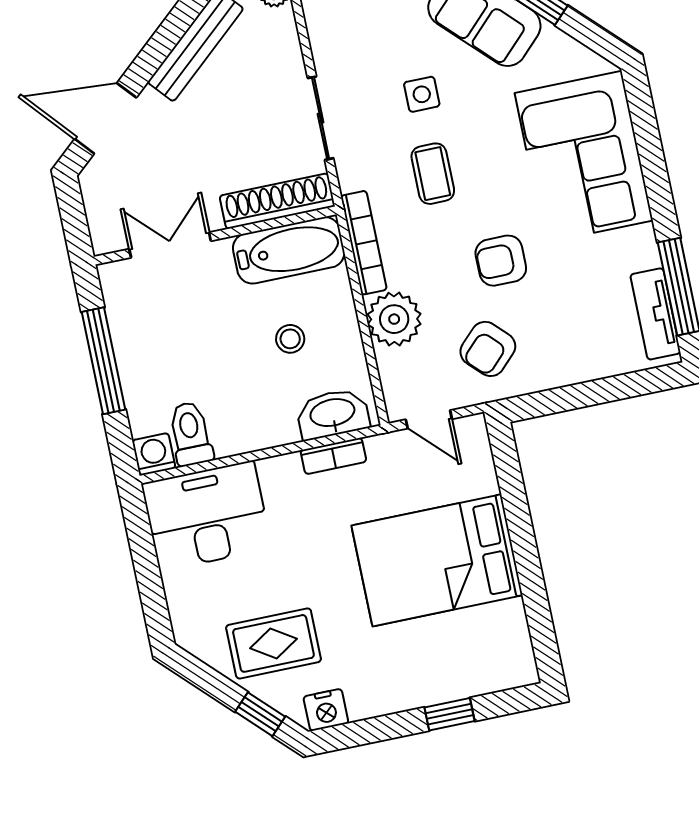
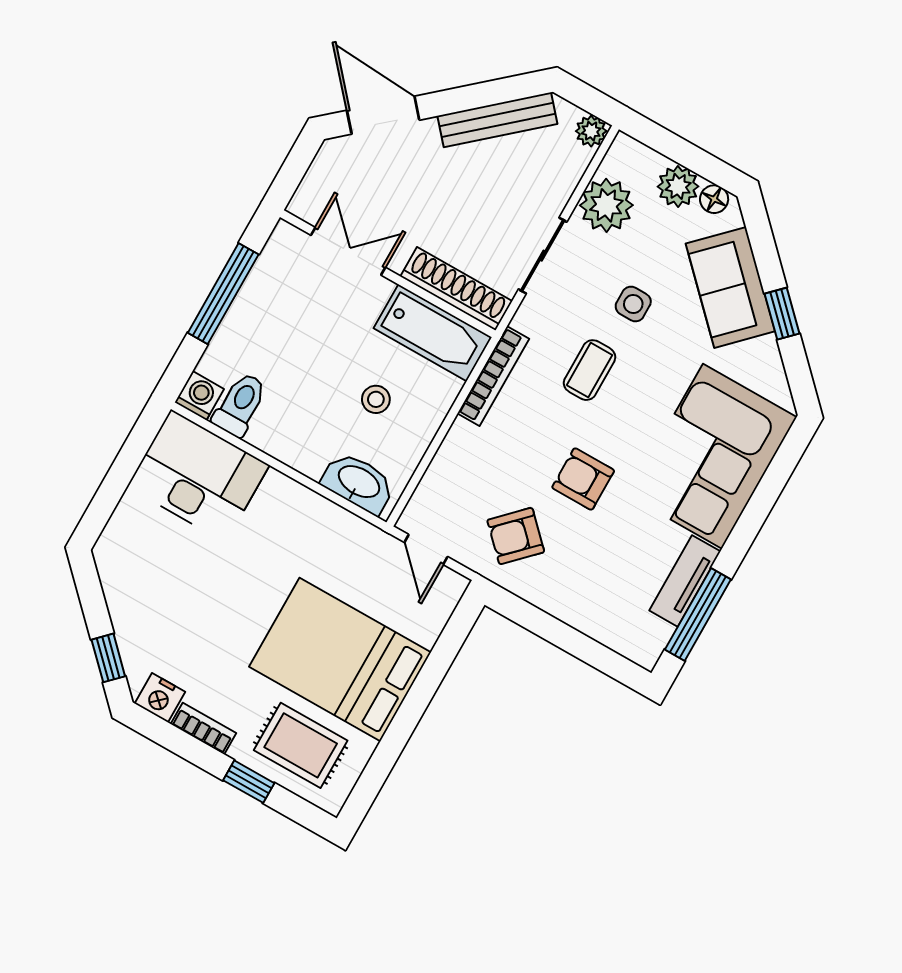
tv unit: (655, 314) -> (685, 581), moved
plant: (394, 319) -> (606, 205), moved
bookcase: (333, 456) -> (203, 729), moved, turned 180
rug: (273, 643) -> (301, 745), moved

